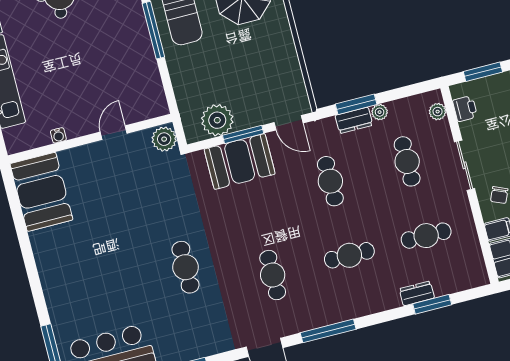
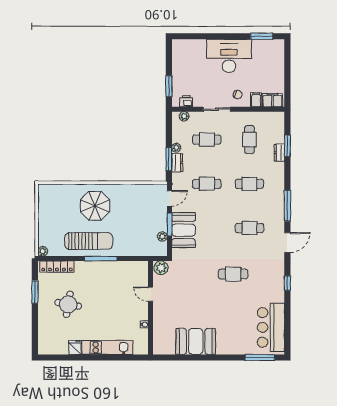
plant: (217, 120) -> (162, 236), width x0.53, depth x0.53
booth: (41, 192) -> (196, 341), moved
cafe table: (349, 255) -> (249, 184), turned 90

